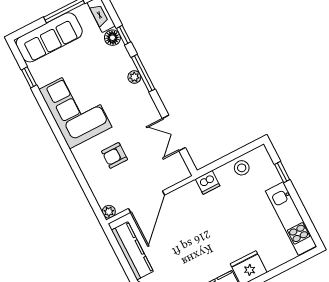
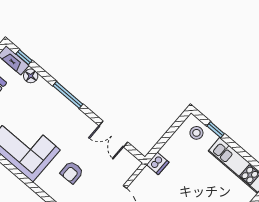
window: (124, 35) -> (24, 57), moved
plant: (134, 77) -> (62, 101), removed
stool: (242, 168) -> (196, 133), moved

